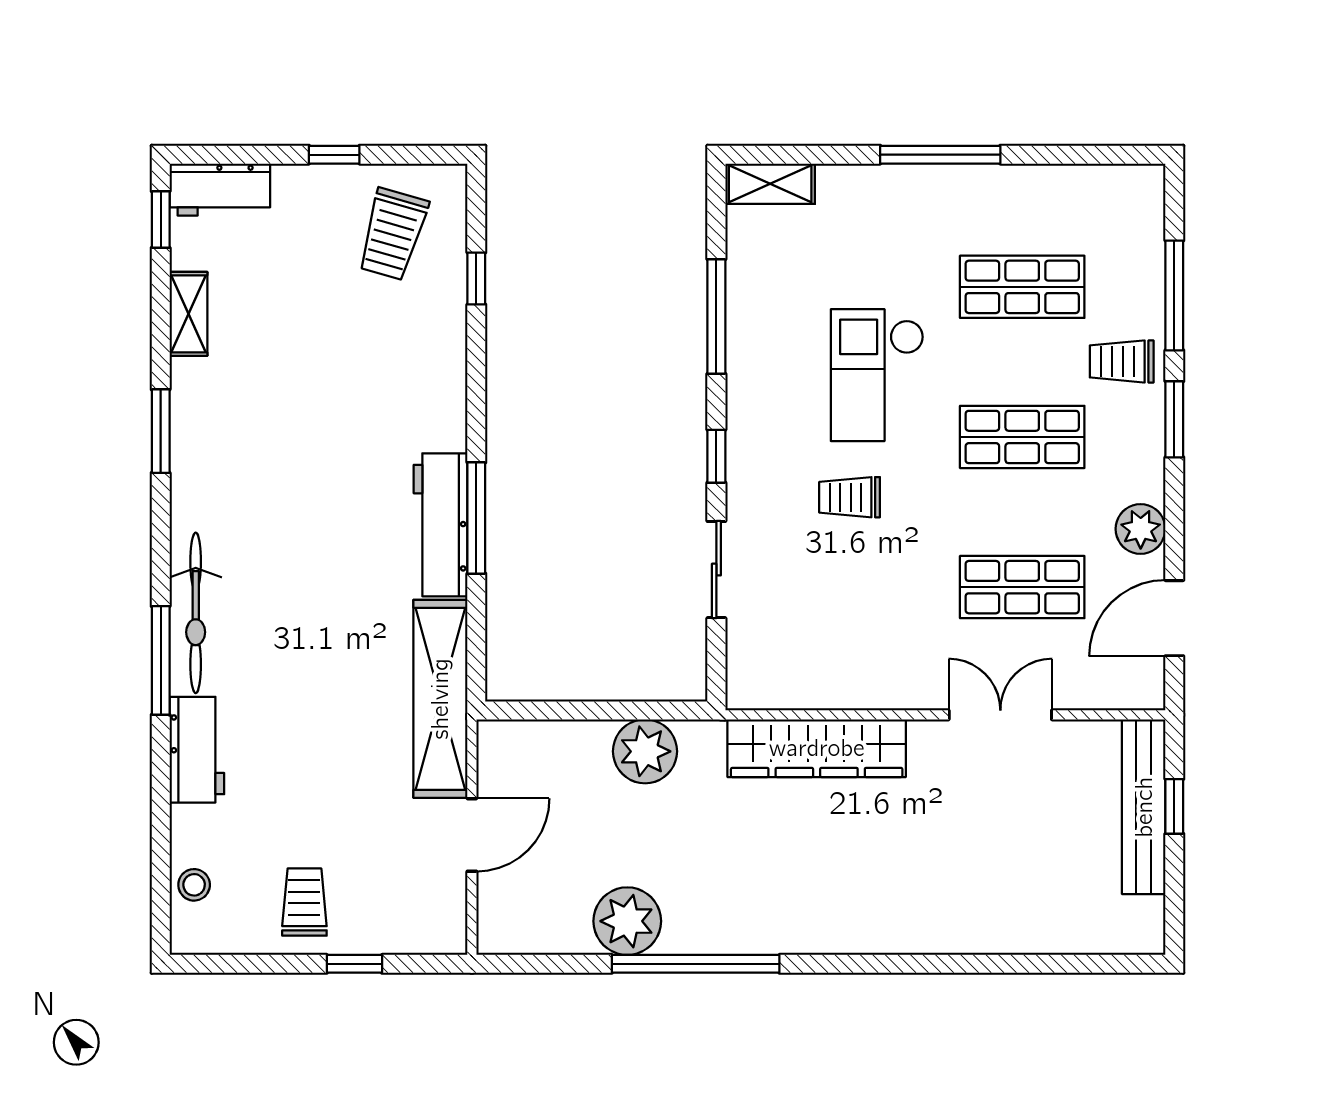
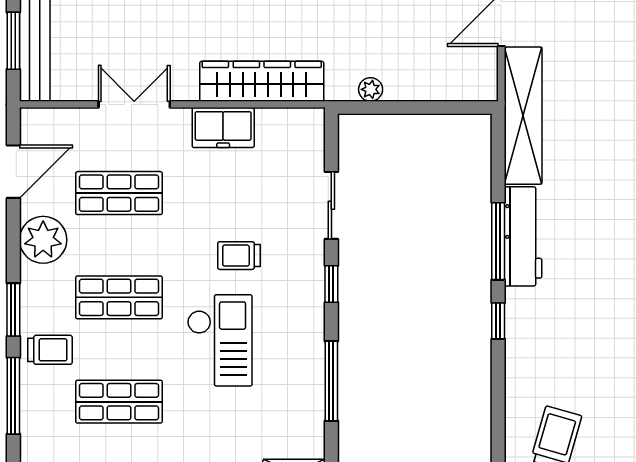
window: (476, 279) -> (498, 321), moved
trolley: (850, 497) -> (239, 256), turned 180
plant: (1141, 529) -> (43, 240), width x1.36, depth x1.36
freezer: (872, 681) -> (223, 128), added
double door: (1000, 715) -> (134, 104), swing flipped
plant: (645, 751) -> (371, 89), width x0.53, depth x0.53
window: (1174, 806) -> (13, 41), width x1.50

